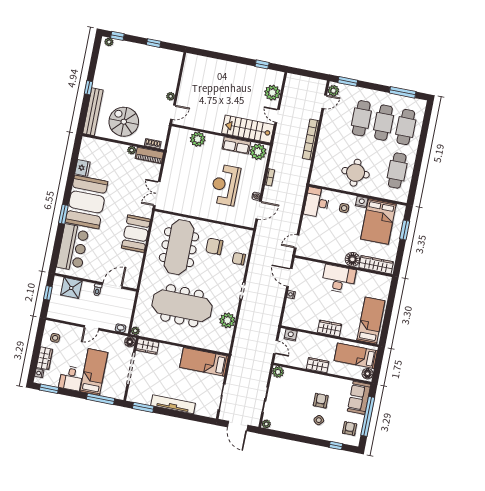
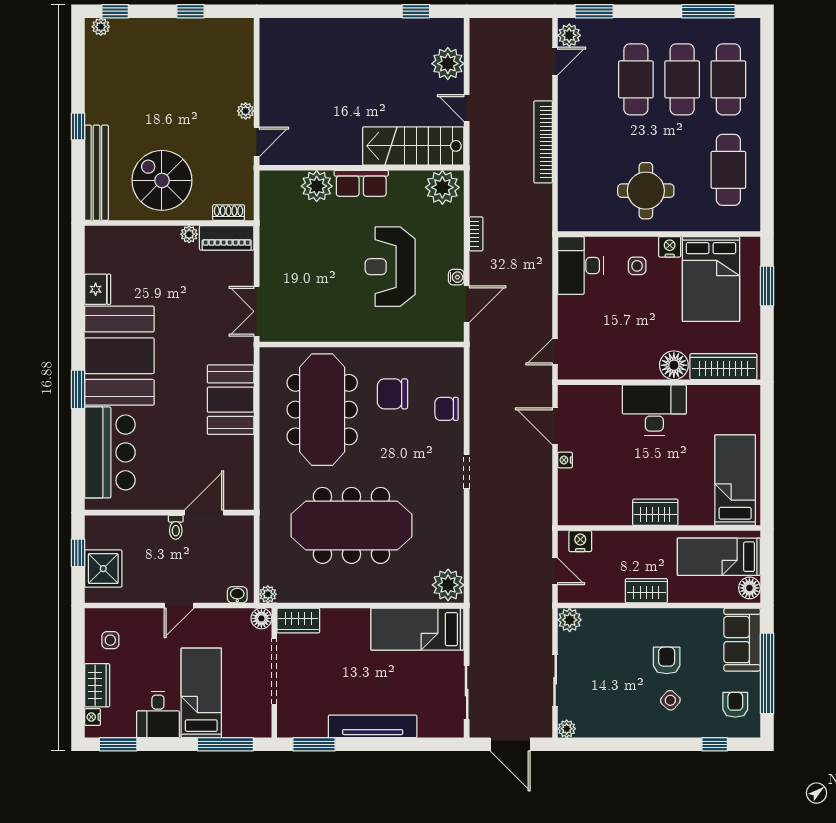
row of seats: (236, 145) -> (361, 183), moved
shower: (71, 288) -> (103, 569), moved
plant: (227, 320) -> (448, 585), moved

